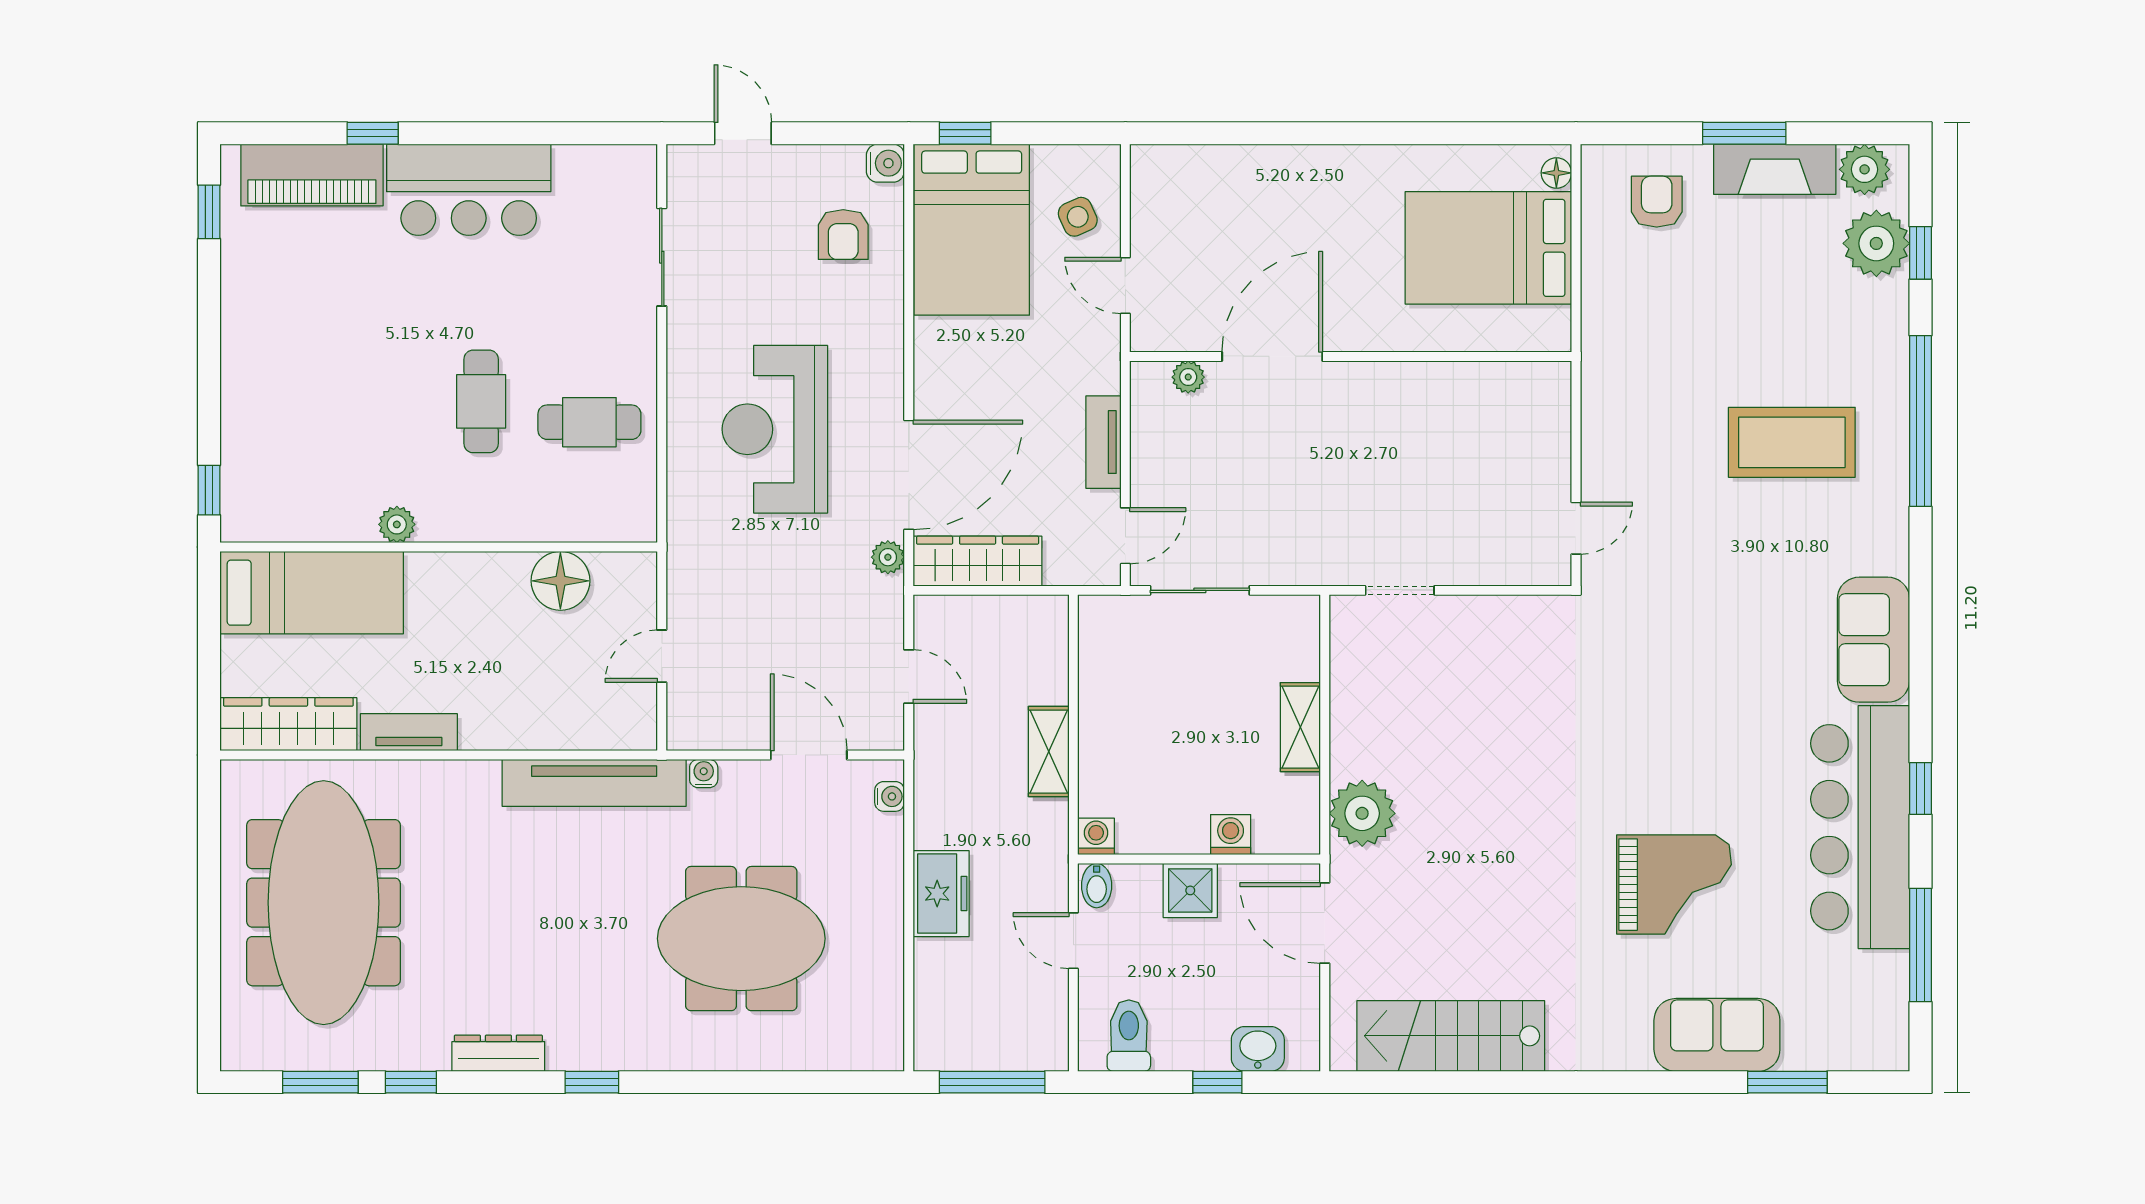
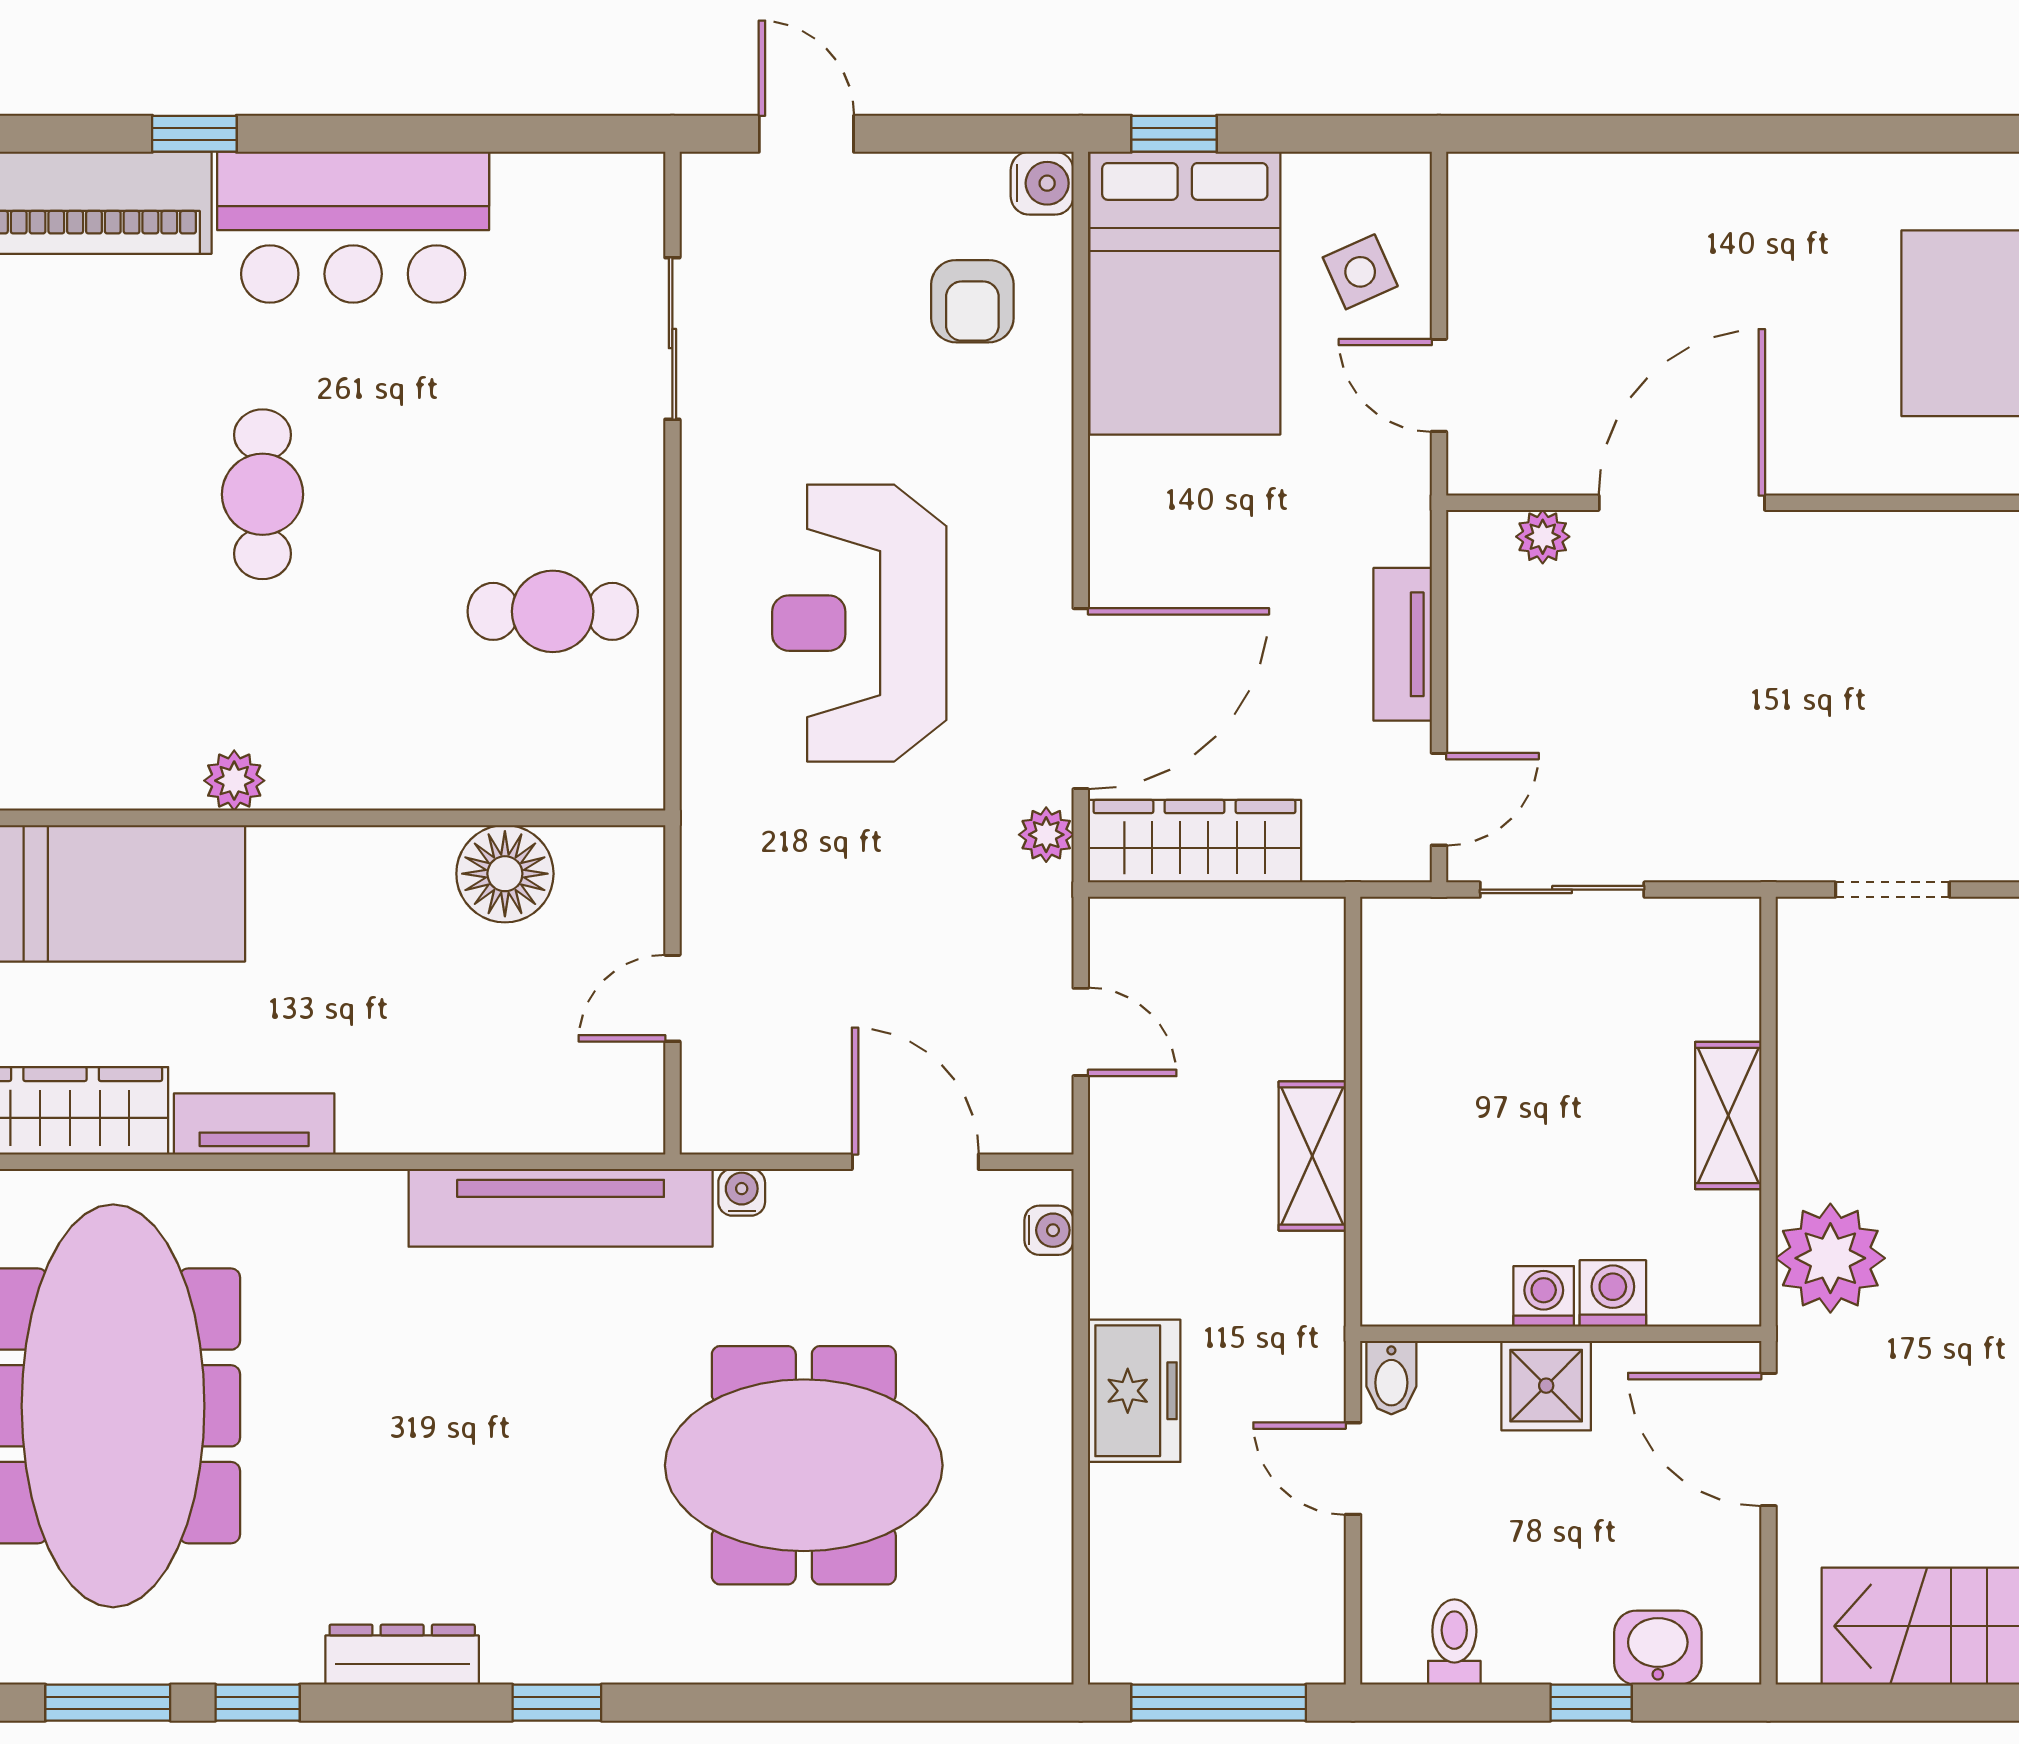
cafe table: (481, 401) -> (263, 494), moved
washing machine: (1096, 836) -> (1544, 1296), moved
toilet: (1129, 1036) -> (1454, 1642), width x0.73, depth x0.72

